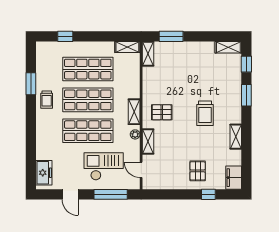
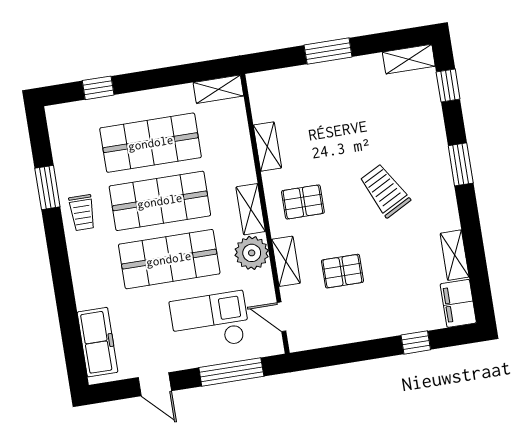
window: (171, 36) -> (328, 51), moved
shelving: (148, 54) -> (267, 147), moved
window: (246, 95) -> (461, 164), moved
trolley: (205, 113) -> (385, 191), turned 152
plant: (135, 134) -> (252, 253), width x1.87, depth x1.87
shelving: (236, 137) -> (455, 255), moved
pallet: (198, 171) -> (342, 271), moved, turned 90
freezer: (44, 173) -> (97, 342), width x1.40

